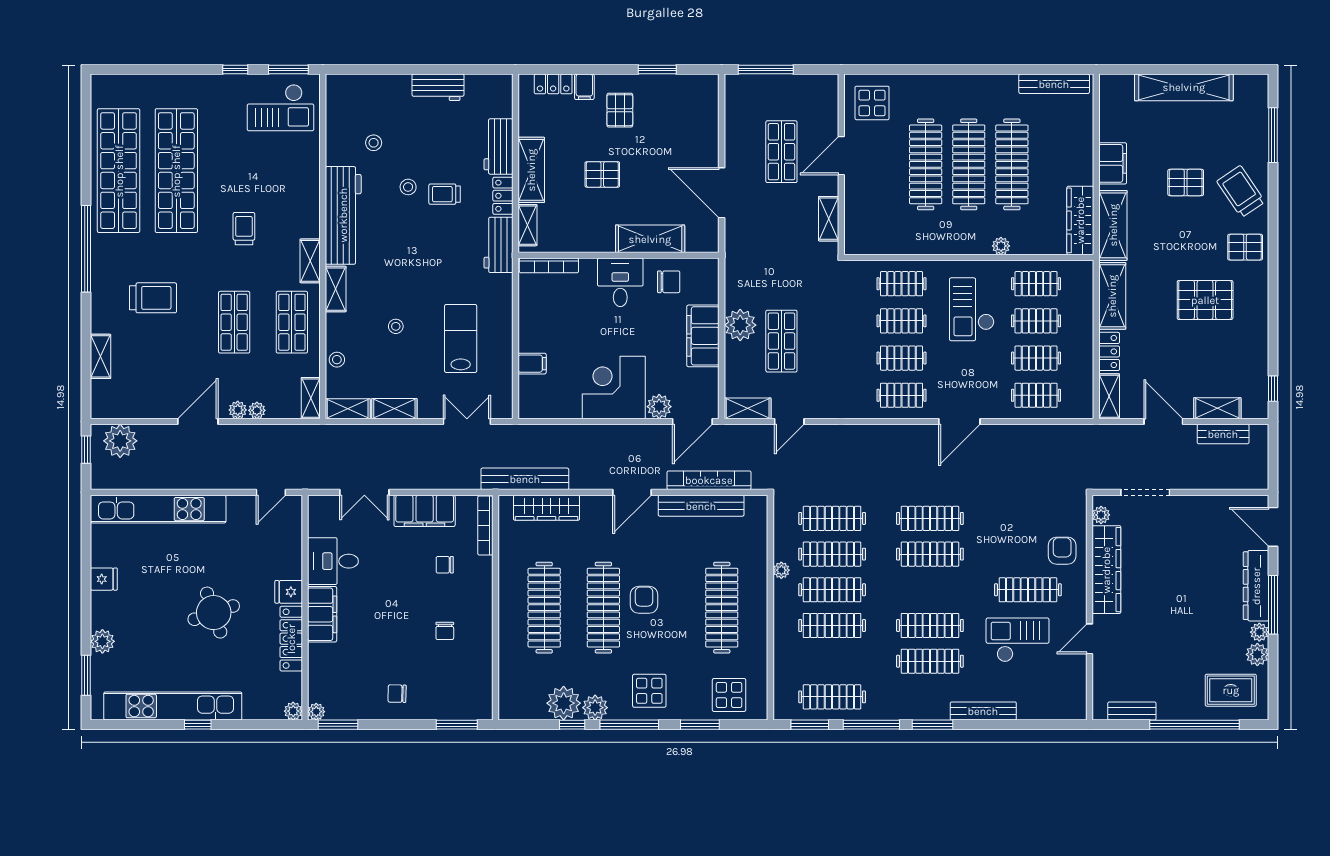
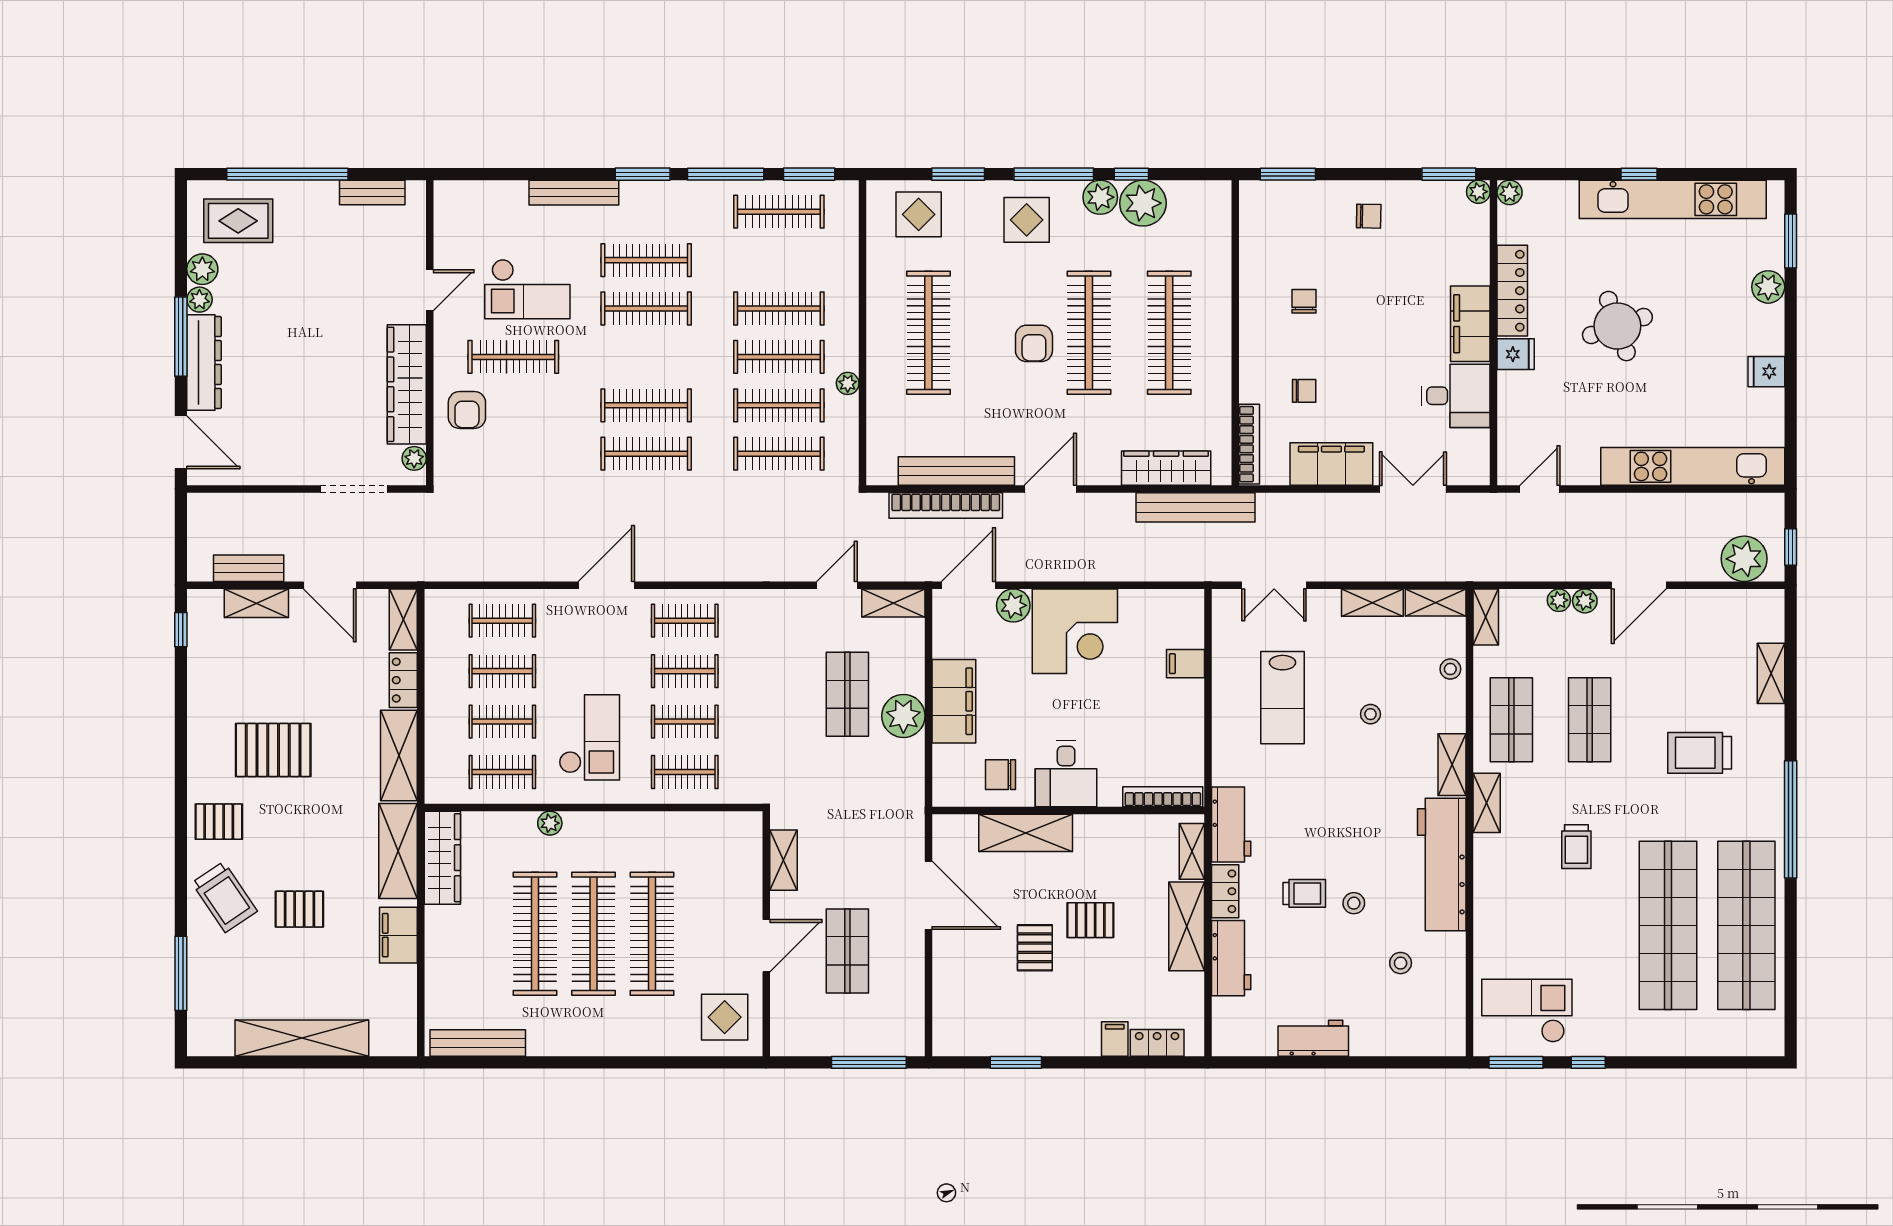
pallet: (620, 110) -> (1035, 948), moved

